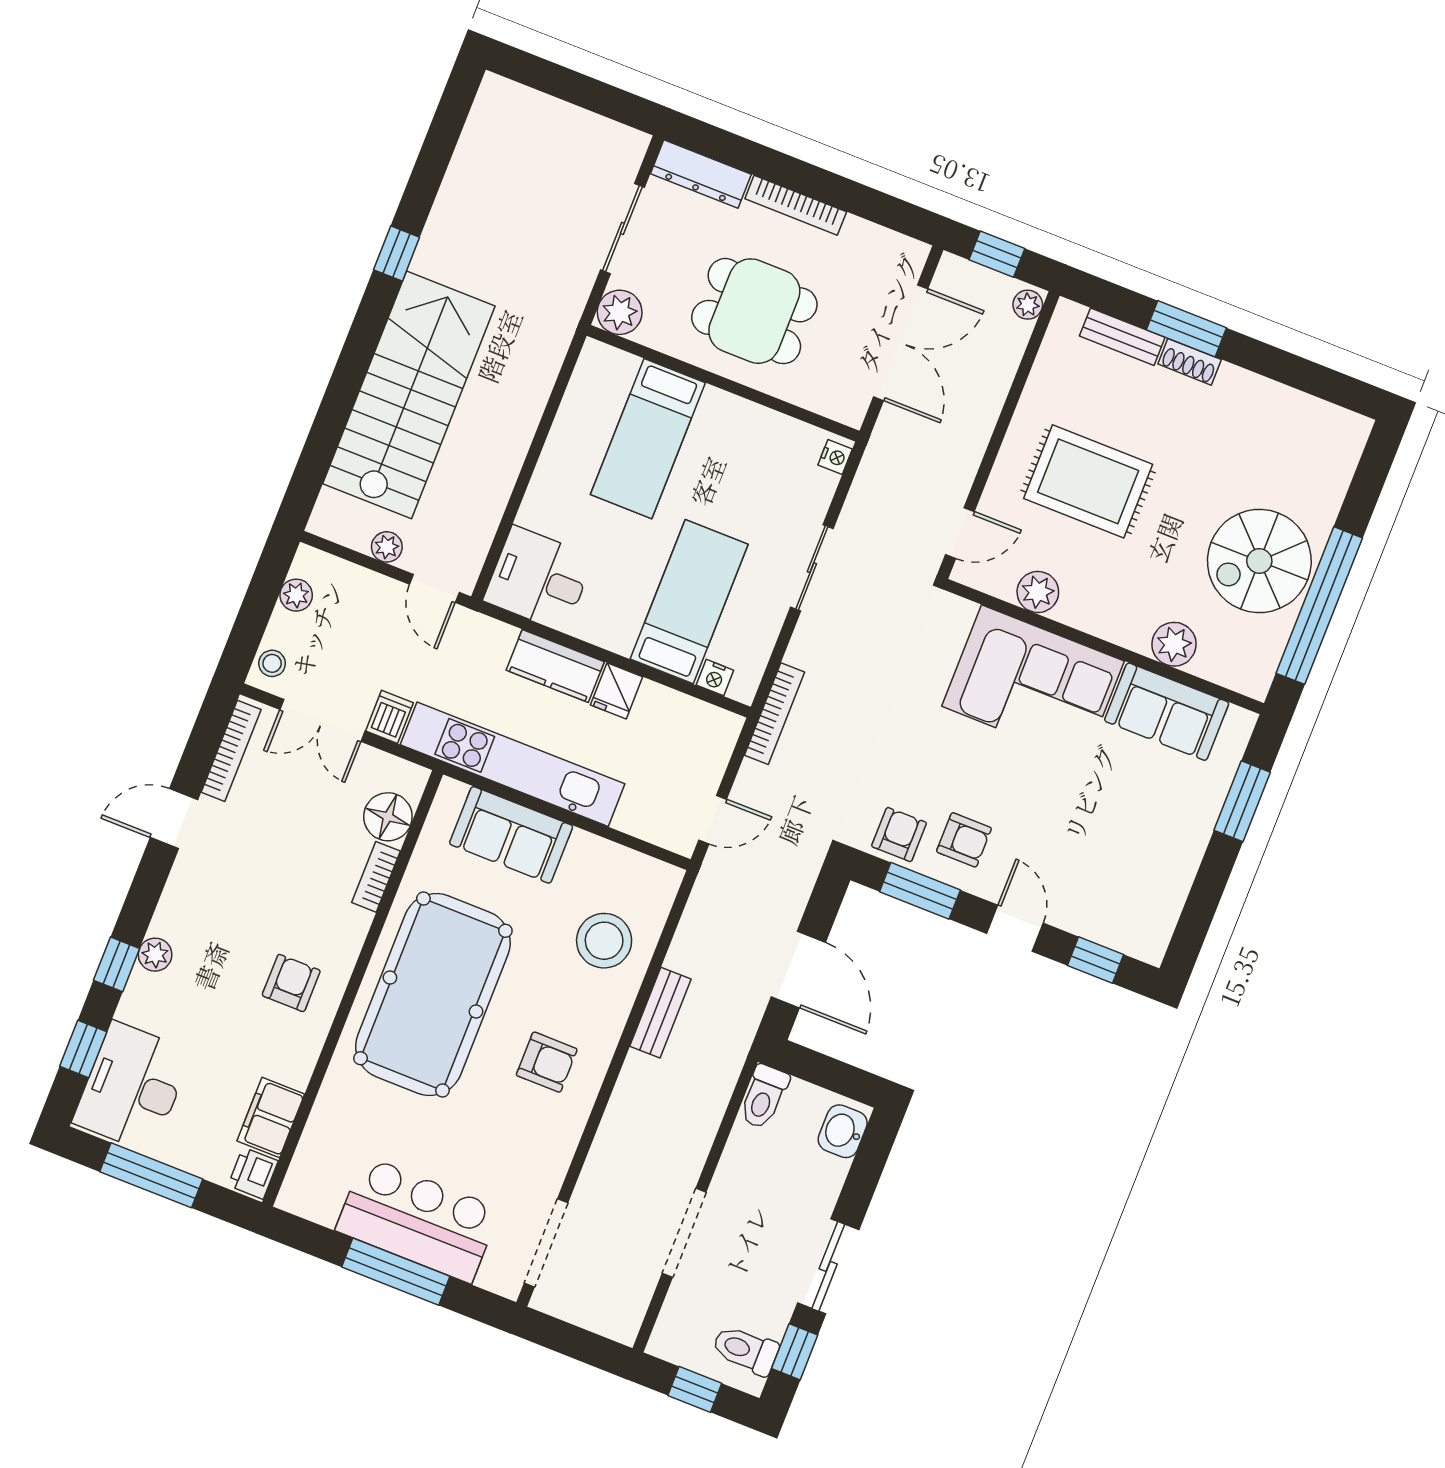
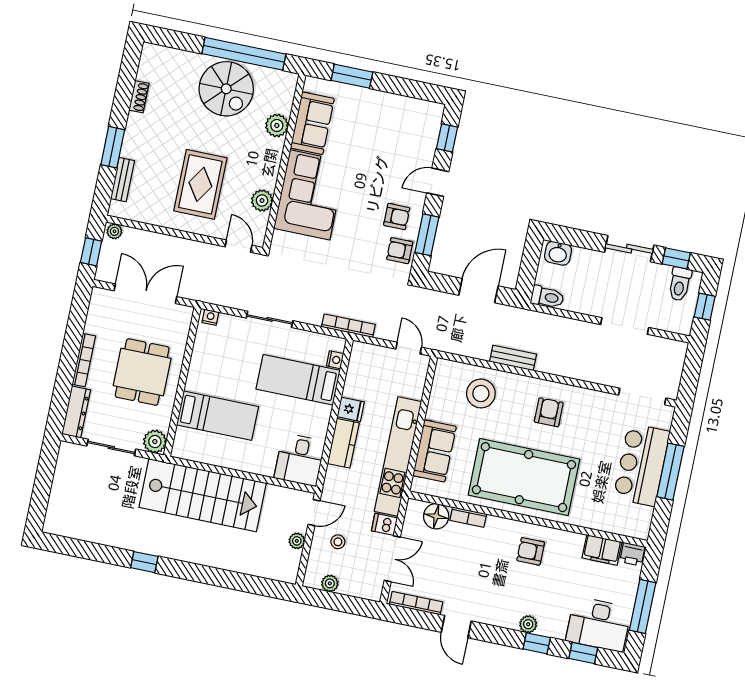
shoe rack: (1190, 362) -> (139, 97), moved
stairs: (409, 395) -> (203, 495), moved, turned 180
stool: (272, 663) -> (338, 542), moved
armchair: (964, 840) -> (397, 217), turned 90

